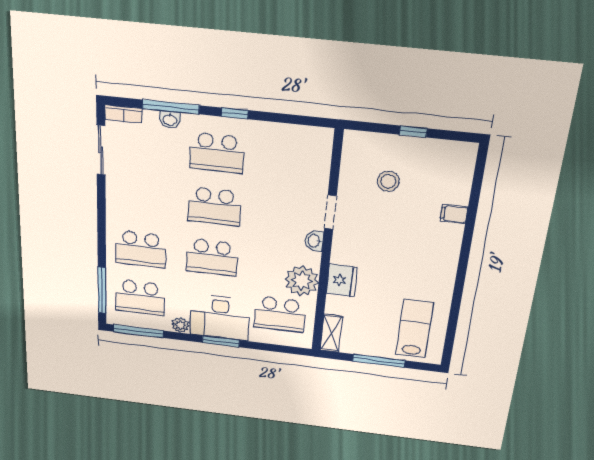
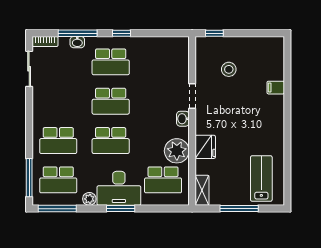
window: (413, 131) -> (214, 33), moved

